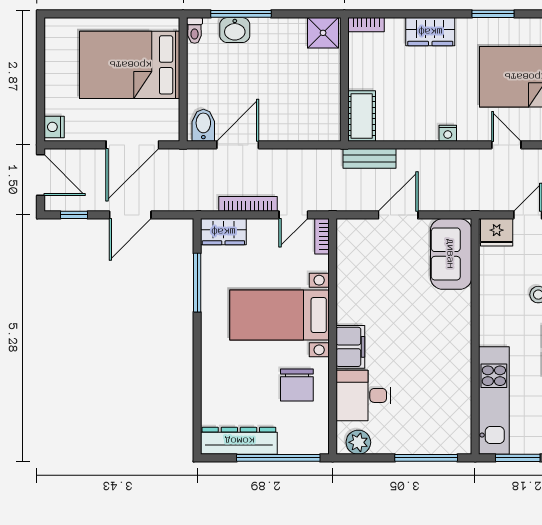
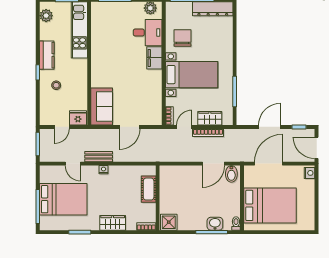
cot: (362, 116) -> (149, 189), moved
bench: (369, 158) -> (99, 157), moved
wardrobe: (223, 232) -> (210, 118), moved

